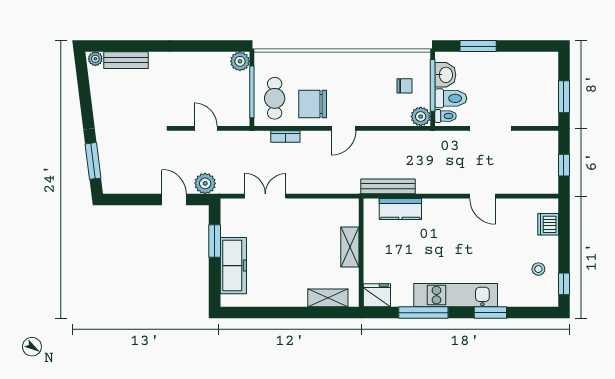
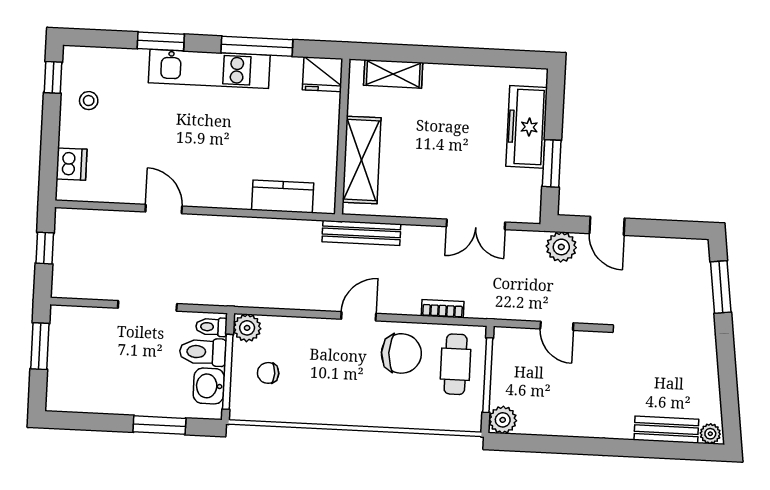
bench: (388, 186) -> (361, 233), moved
shelving: (350, 247) -> (362, 160), width x1.50, depth x1.33

